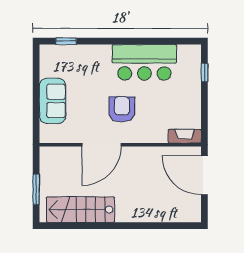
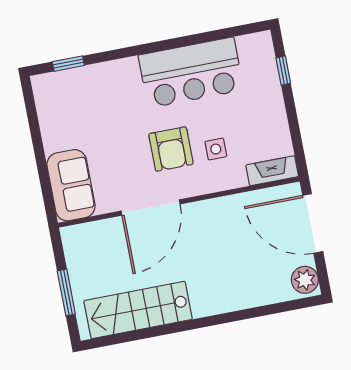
sofa: (53, 101) -> (71, 185), moved
armchair: (122, 109) -> (171, 149), turned 180
side table: (151, 115) -> (216, 149), added
plant: (192, 211) -> (305, 280), added

